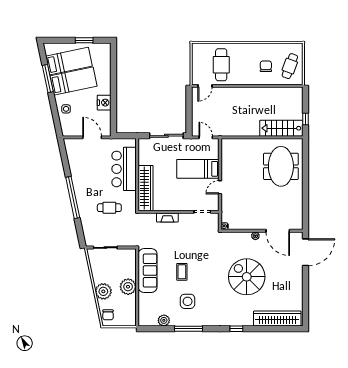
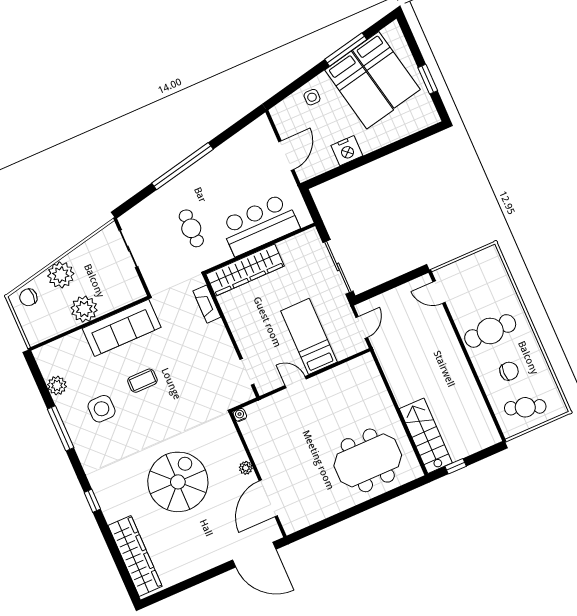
cafe table: (221, 65) -> (490, 331), moved
fireplace: (167, 217) -> (207, 304), moved

